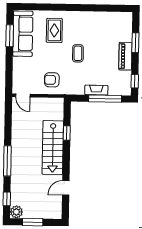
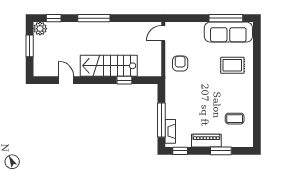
window: (10, 36) -> (226, 18), width x1.44
coffee table: (78, 53) -> (235, 119), moved
fireplace: (96, 90) -> (170, 131), moved

